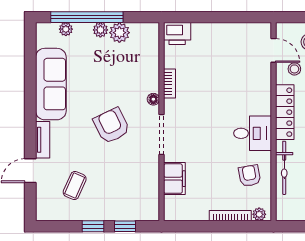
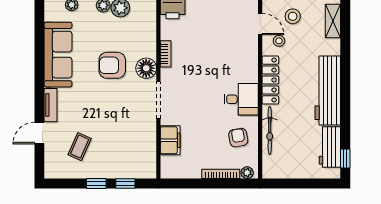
floor lamp: (153, 99) -> (146, 68), width x1.89, depth x1.89
armchair: (112, 126) -> (112, 65), moved, turned -64

